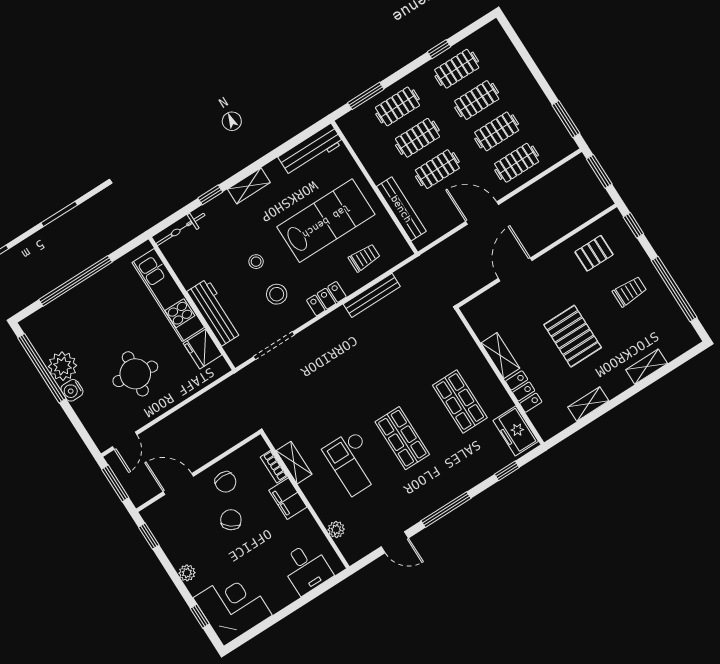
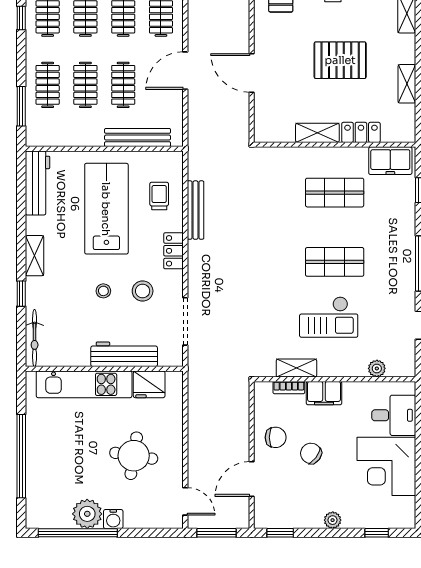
corner desk: (233, 607) -> (386, 466), moved, turned -90

